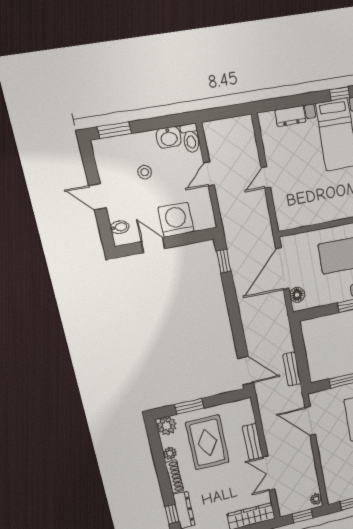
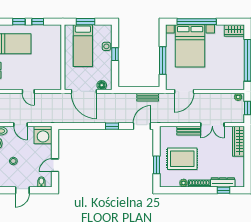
washing machine: (176, 220) -> (43, 135), moved, turned -90
window: (224, 261) -> (112, 126), moved
plant: (167, 426) -> (166, 181), removed

